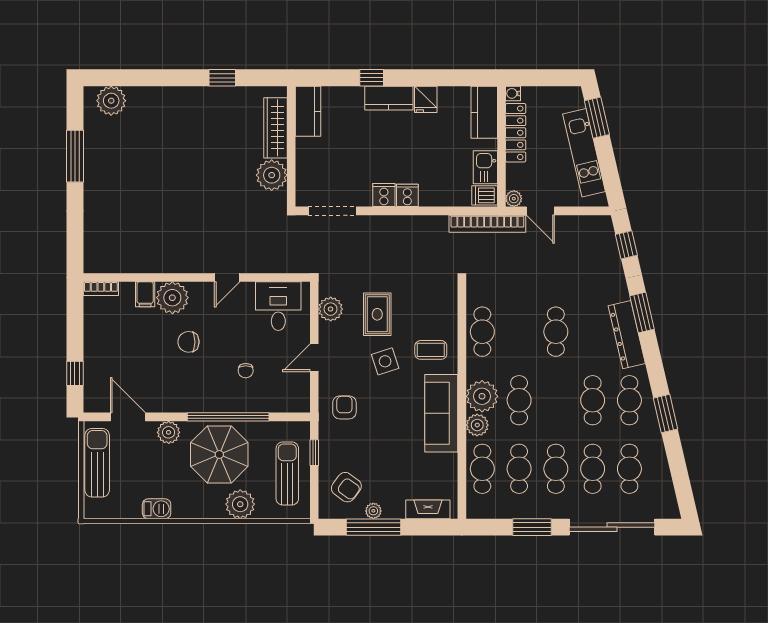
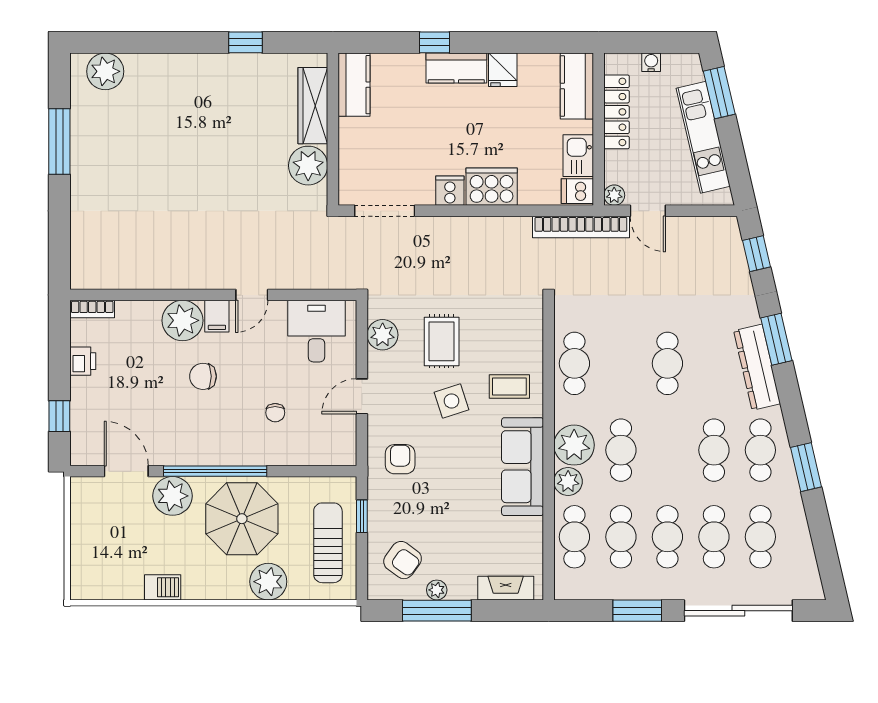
water cooler: (513, 93) -> (651, 62), moved, turned 90
cooker: (407, 195) -> (492, 187), width x1.87, depth x1.31
filing cabinet: (145, 294) -> (217, 316), moved
printer: (94, 330) -> (83, 361), added
window: (228, 417) -> (215, 471), moved
plant: (169, 432) -> (172, 496), width x1.36, depth x1.36
sun lounger: (97, 463) -> (87, 529), removed

